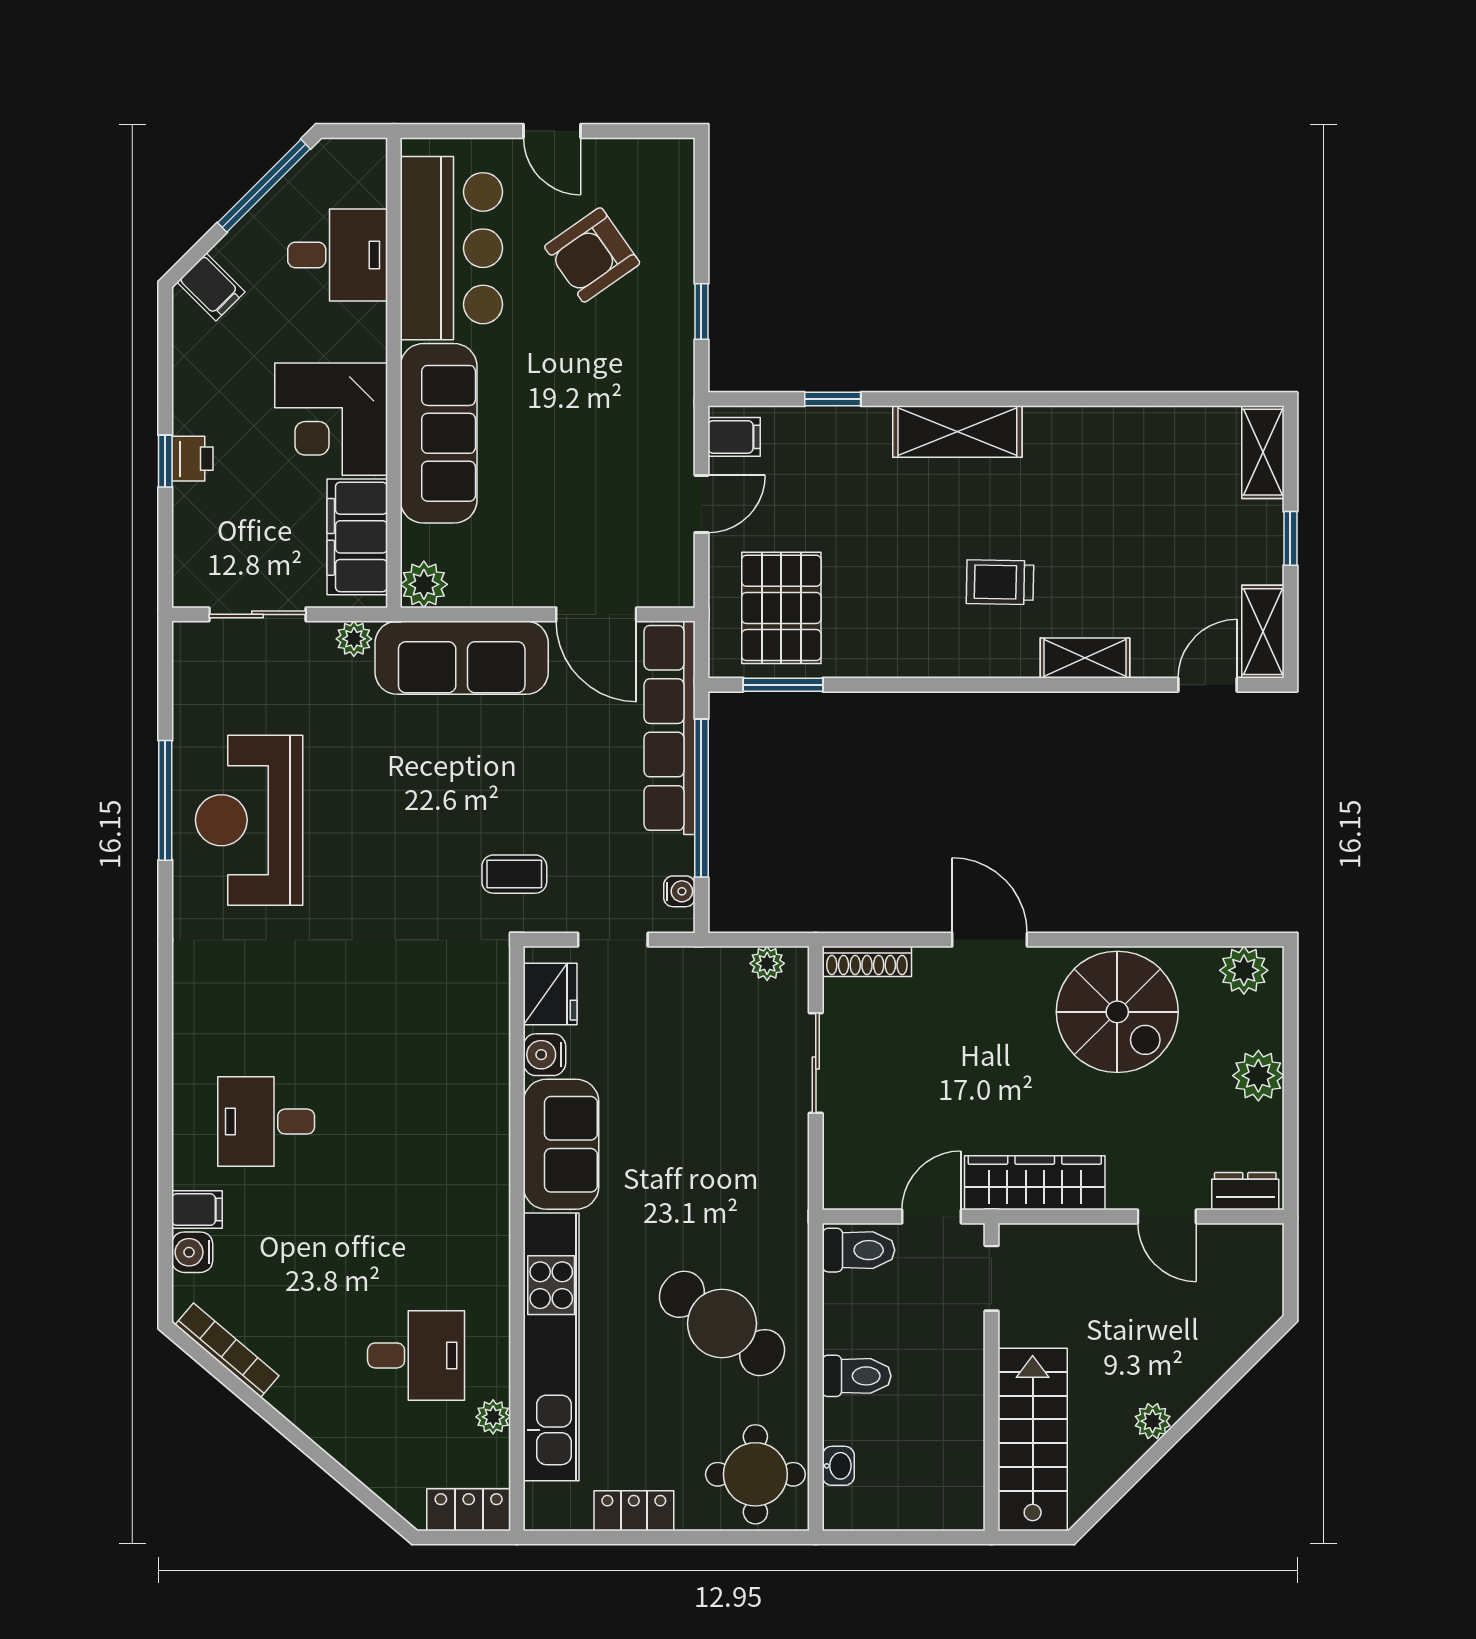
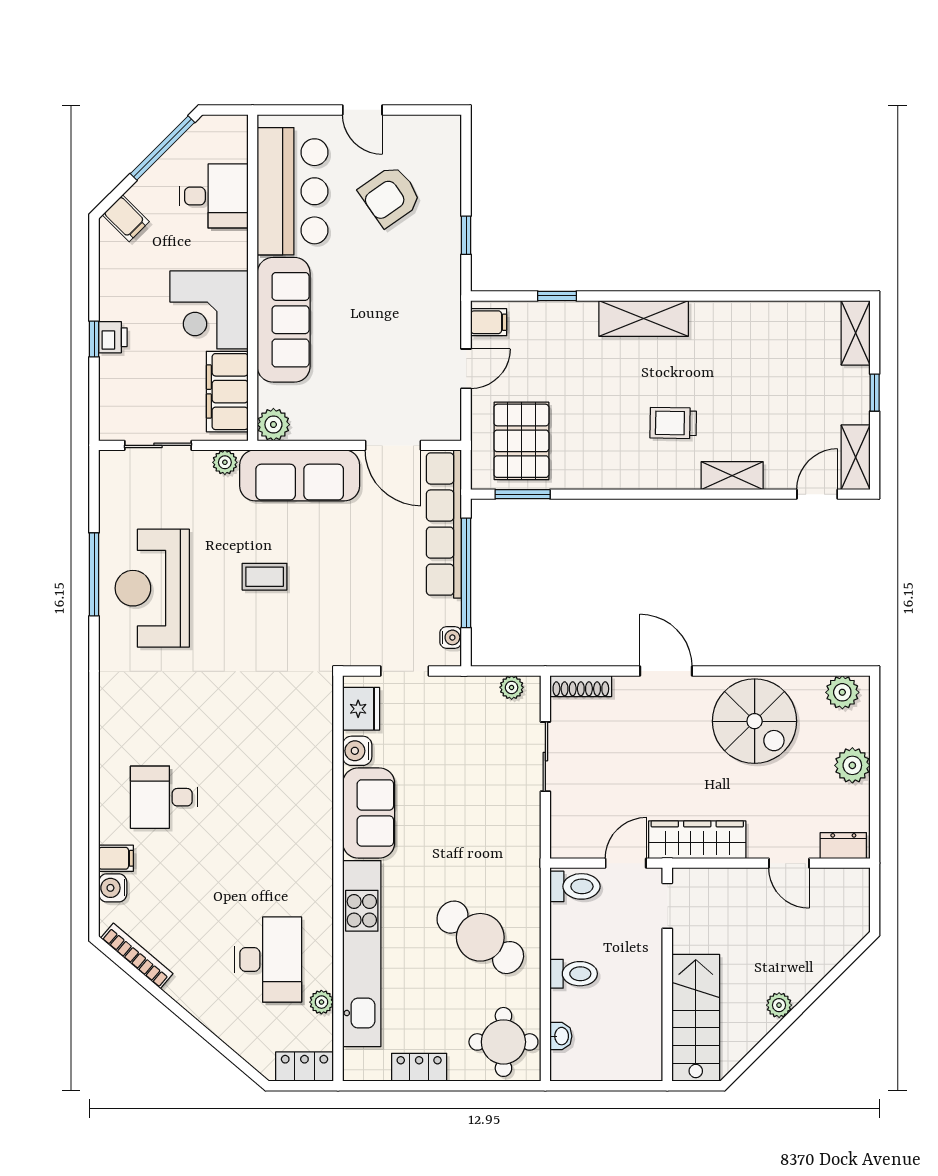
coffee table: (514, 874) -> (265, 577), moved
desk: (416, 1355) -> (268, 960), width x1.37

